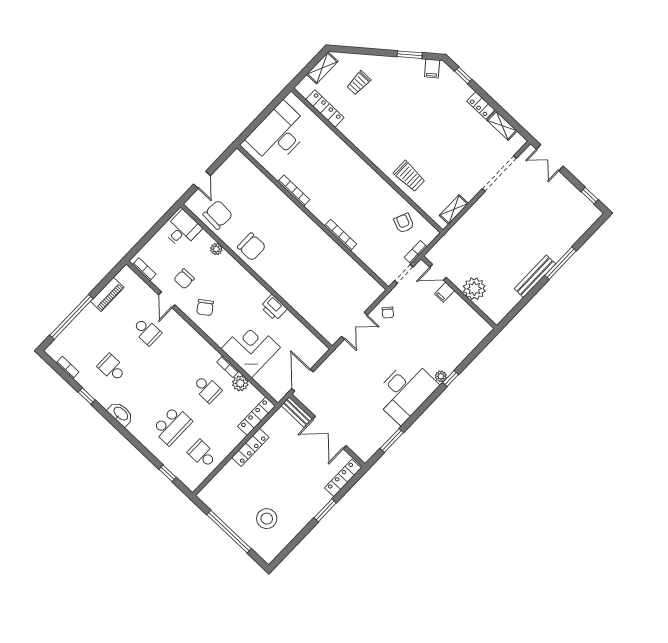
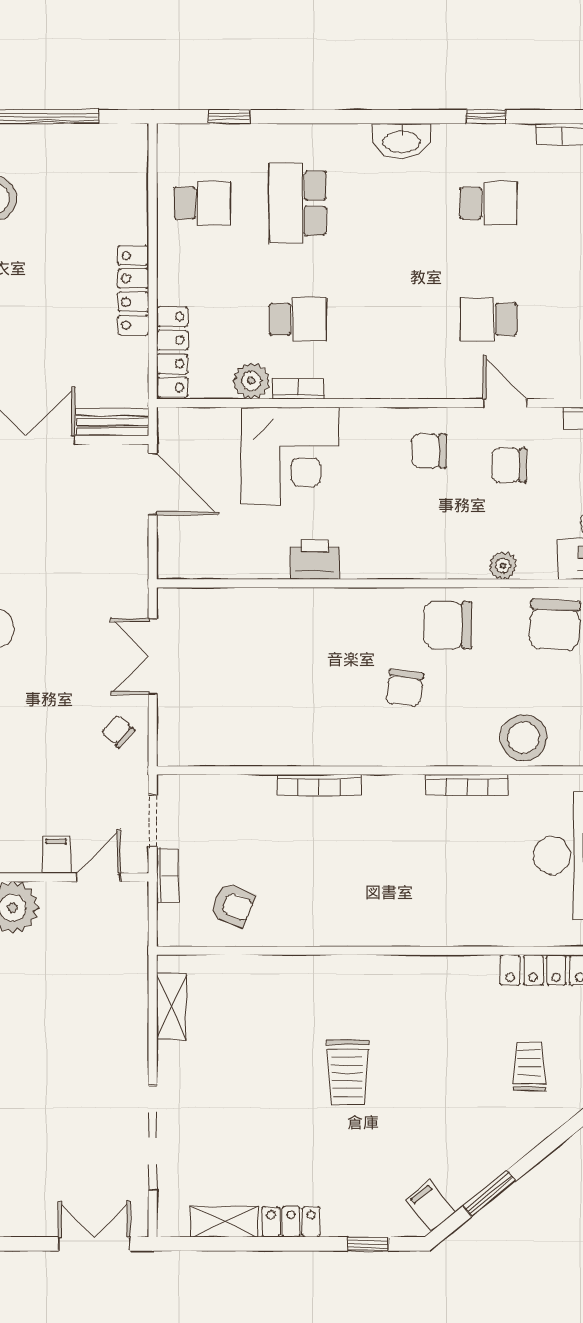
trolley: (409, 176) -> (348, 1072), moved, turned -90
stool: (262, 188) -> (524, 738), added
chair: (284, 240) -> (405, 688), added
chair: (184, 279) -> (509, 465), turned -90
chair: (205, 308) -> (429, 451), turned -54
school desk: (207, 389) -> (298, 319), turned 180

